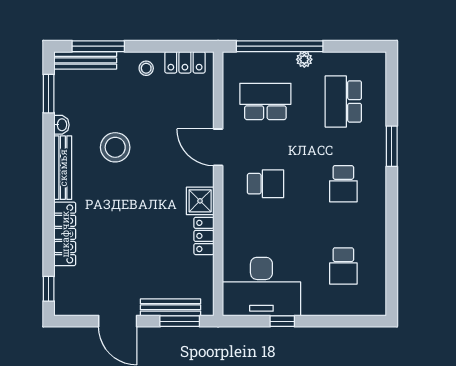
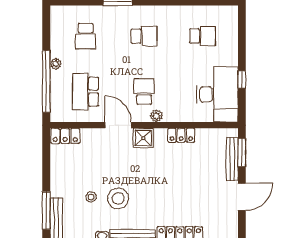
locker: (185, 62) -> (65, 136), moved, turned 90
stool: (146, 68) -> (91, 197), moved
school desk: (343, 101) -> (86, 36), width x0.54
door: (218, 147) -> (118, 125), swing flipped
shower: (200, 201) -> (143, 138), moved
plant: (231, 201) -> (157, 116), added

